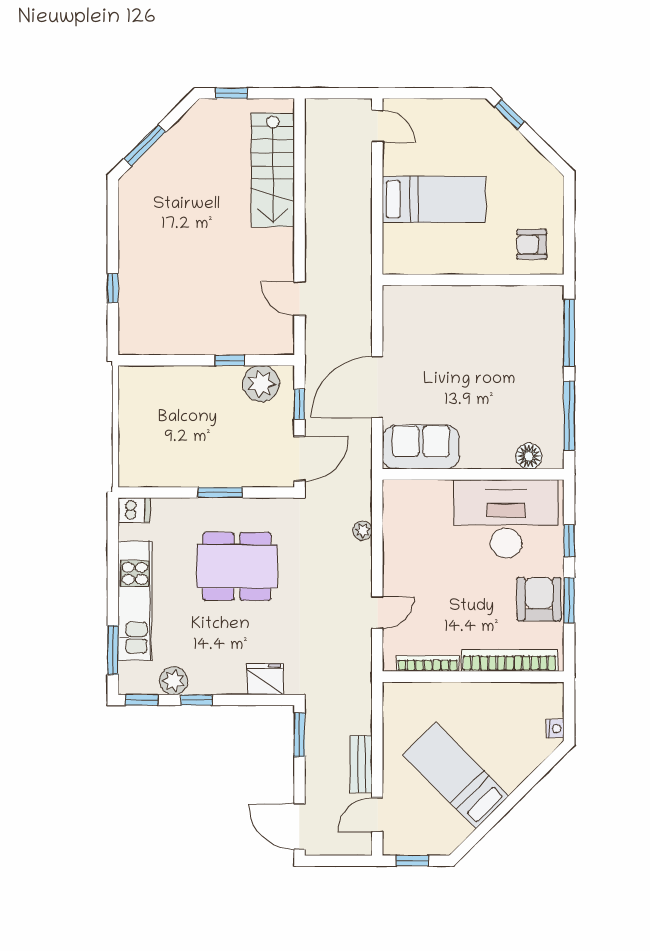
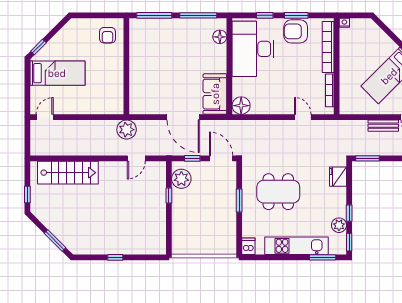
bed: (434, 199) -> (57, 73), moved, turned 90
window: (113, 288) -> (115, 257), moved
floor lamp: (399, 496) -> (241, 106), added
plant: (362, 531) -> (127, 130), moved, width x1.88, depth x1.88
dining table: (237, 566) -> (278, 192), turned 90
nightstand: (555, 729) -> (344, 23), moved

